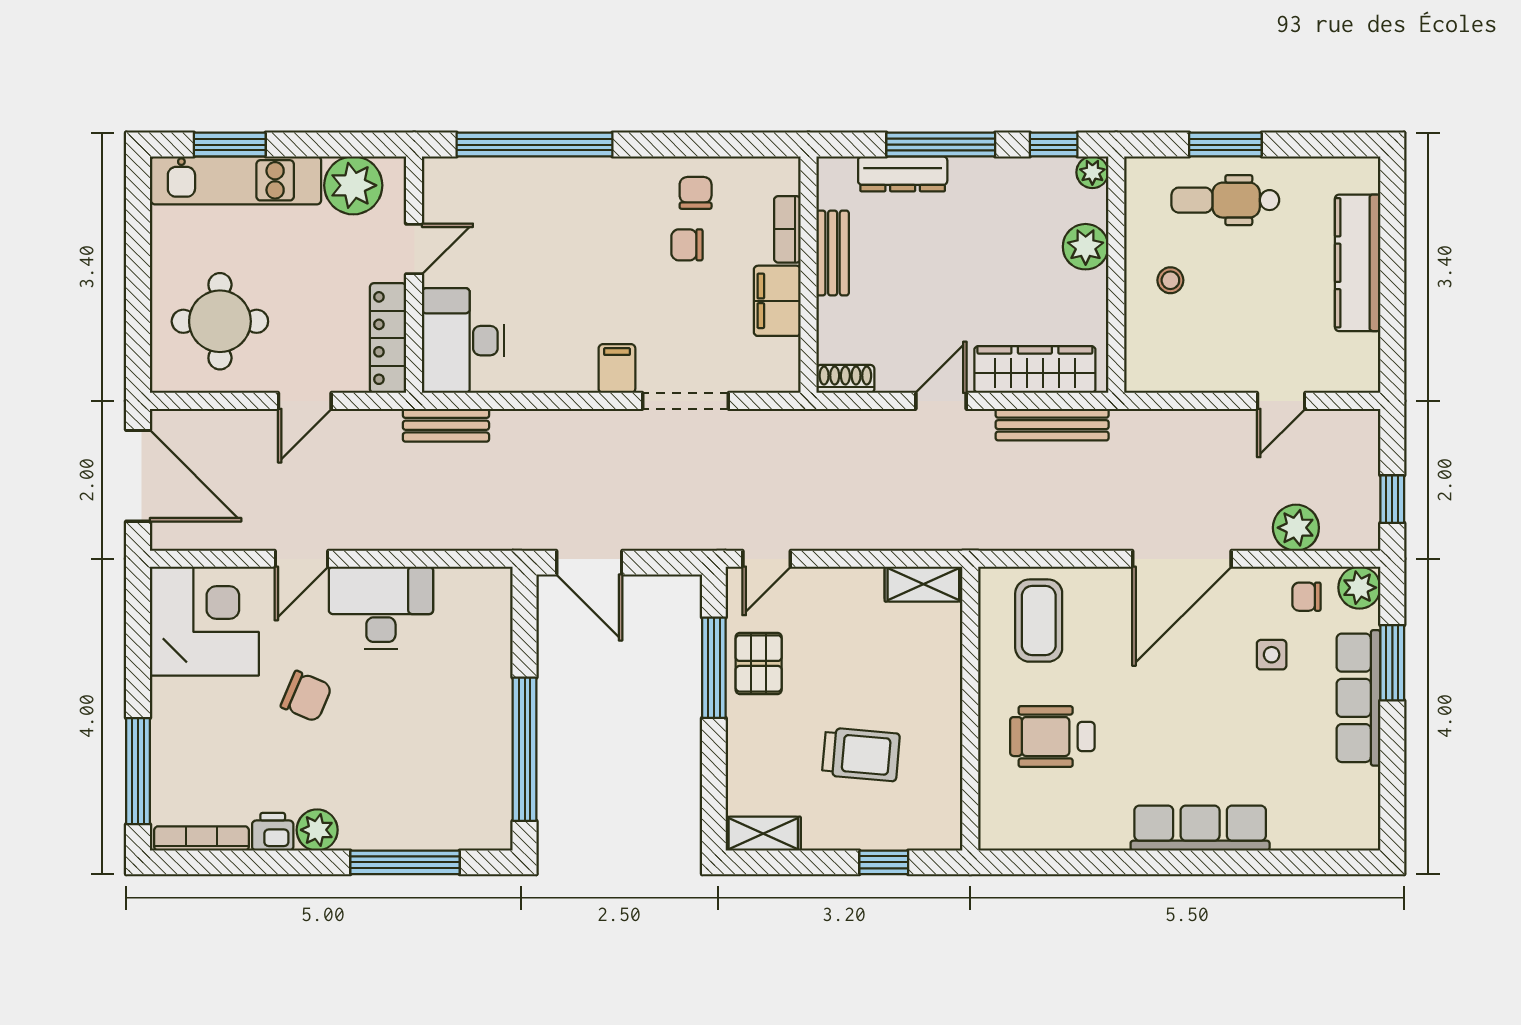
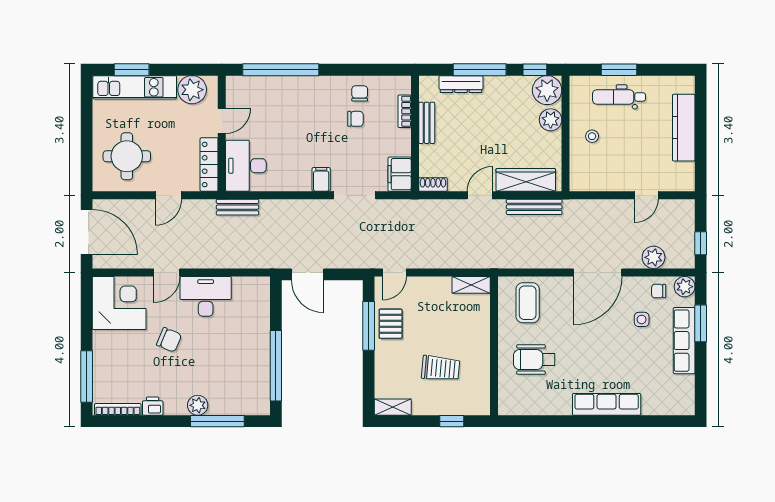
plant: (1092, 172) -> (547, 90), width x1.87, depth x1.87
chair: (687, 245) -> (355, 119), turned 180
filing cabinet: (777, 301) -> (400, 174), moved
plant: (317, 830) -> (198, 405), moved

